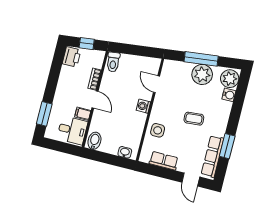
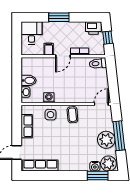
door: (156, 84) -> (101, 104), moved
washing machine: (143, 106) -> (49, 98), moved
window: (44, 114) -> (59, 17), moved
coffee table: (194, 119) -> (72, 115), moved
desk: (72, 130) -> (31, 33), moved, turned 180
bidet: (94, 141) -> (29, 80), moved
window: (227, 146) -> (98, 176), moved

